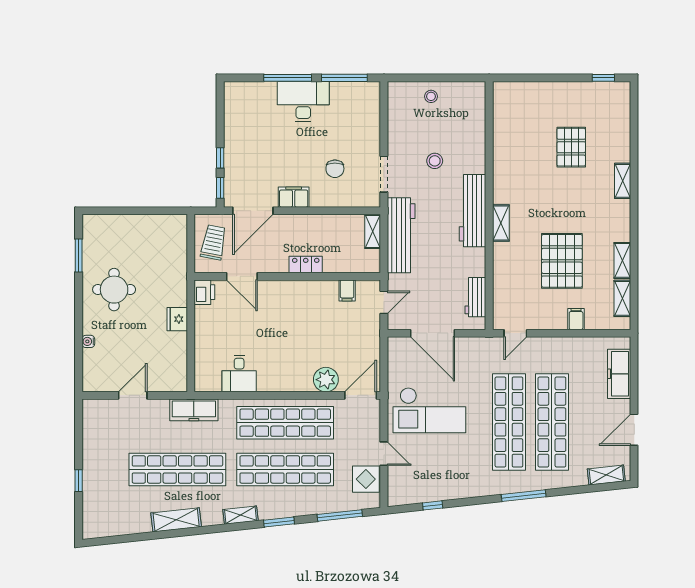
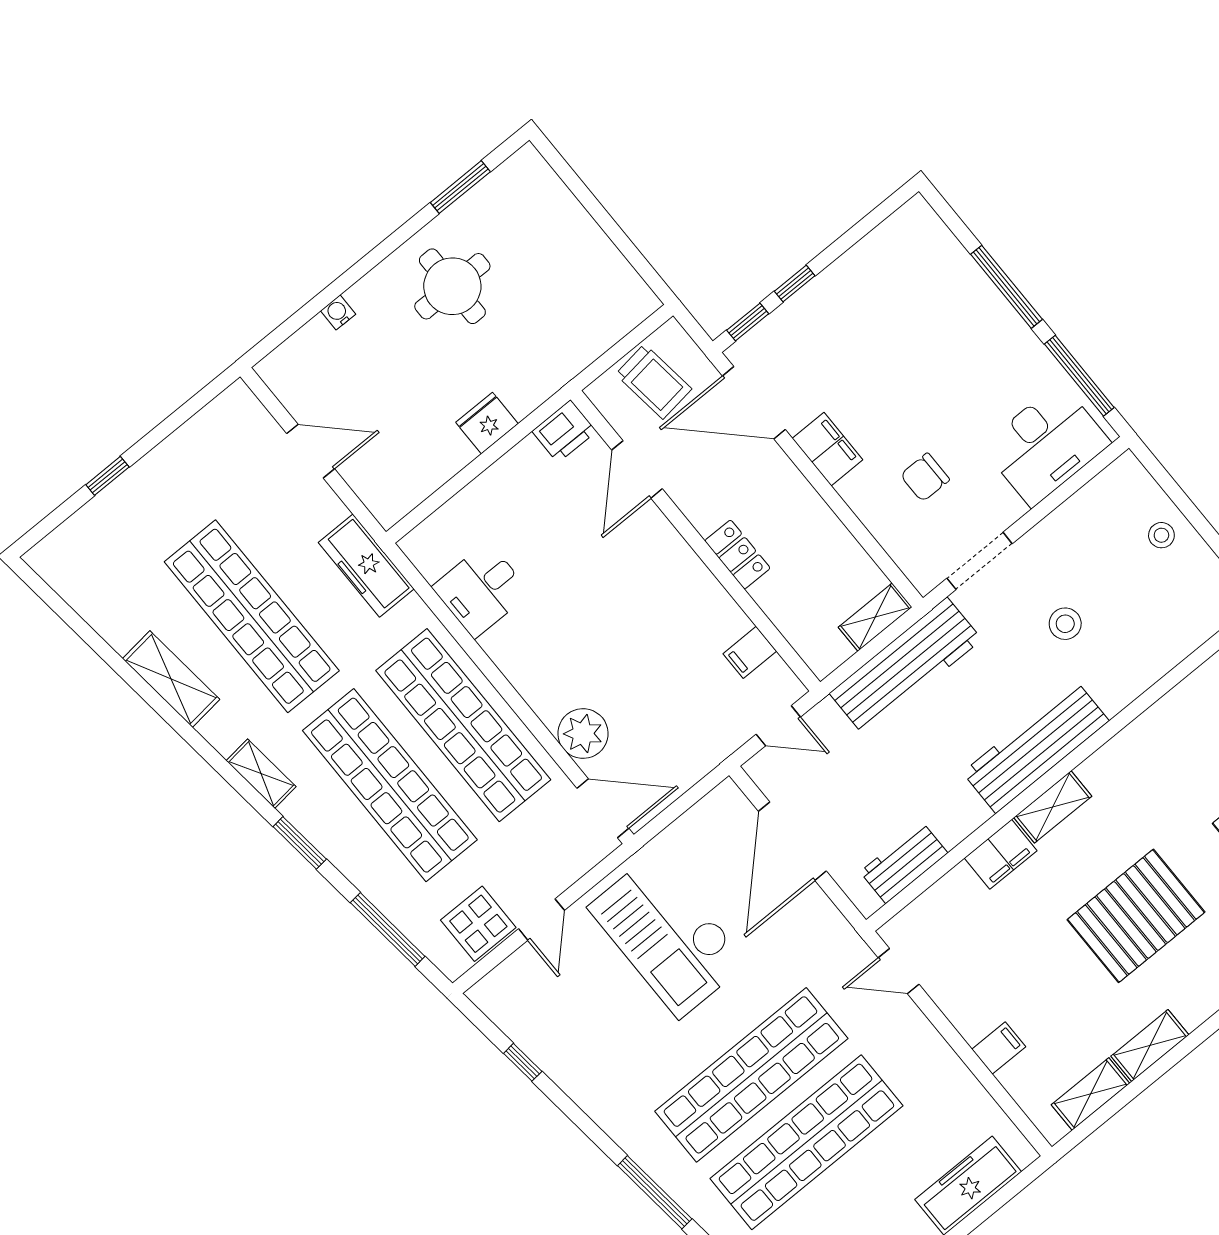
desk: (303, 102) -> (1046, 445), moved, turned 90
trolley: (213, 242) -> (654, 382), turned 72
filing cabinet: (503, 258) -> (1001, 854), added
pallet: (562, 261) -> (1136, 916), moved

